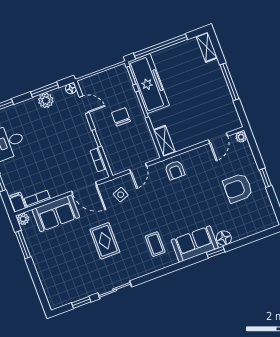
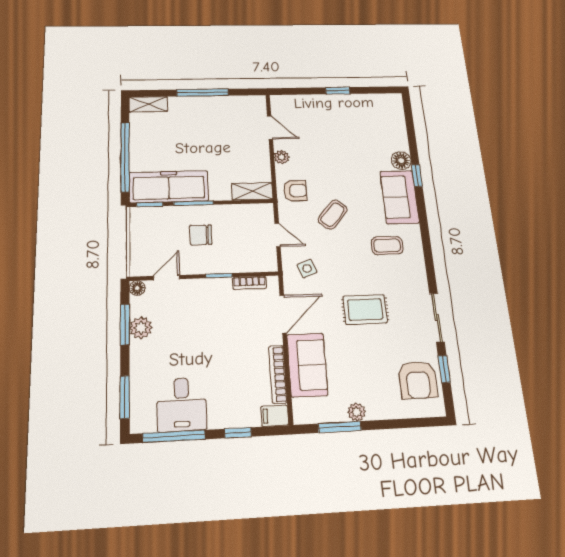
plant: (241, 137) -> (282, 157), moved
armchair: (238, 188) -> (418, 380), moved
bookcase: (37, 199) -> (278, 374), width x1.56
coffee table: (166, 201) -> (333, 215), added
plant: (23, 219) -> (357, 412), moved

